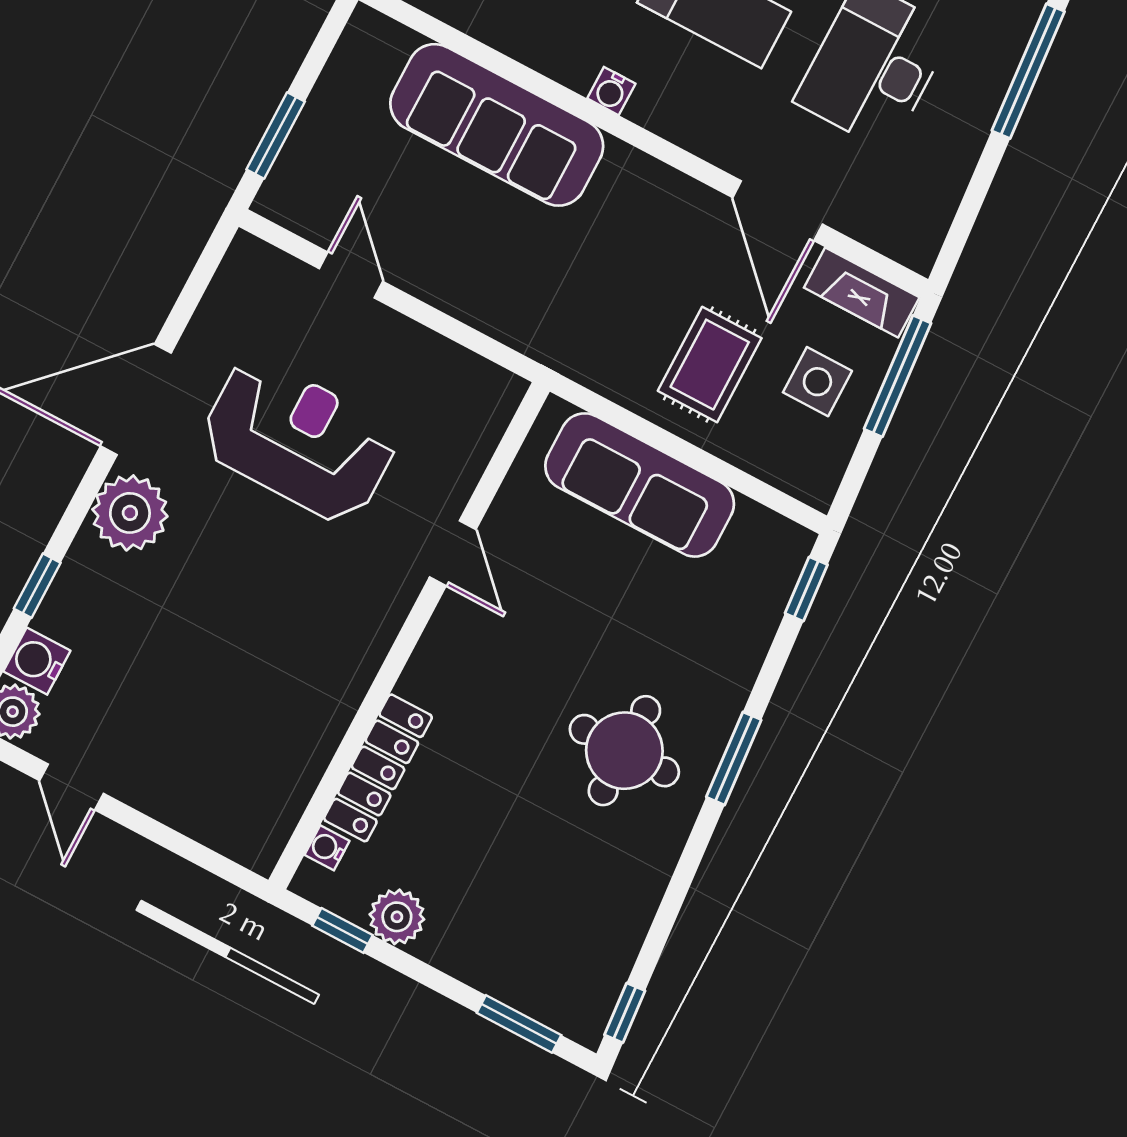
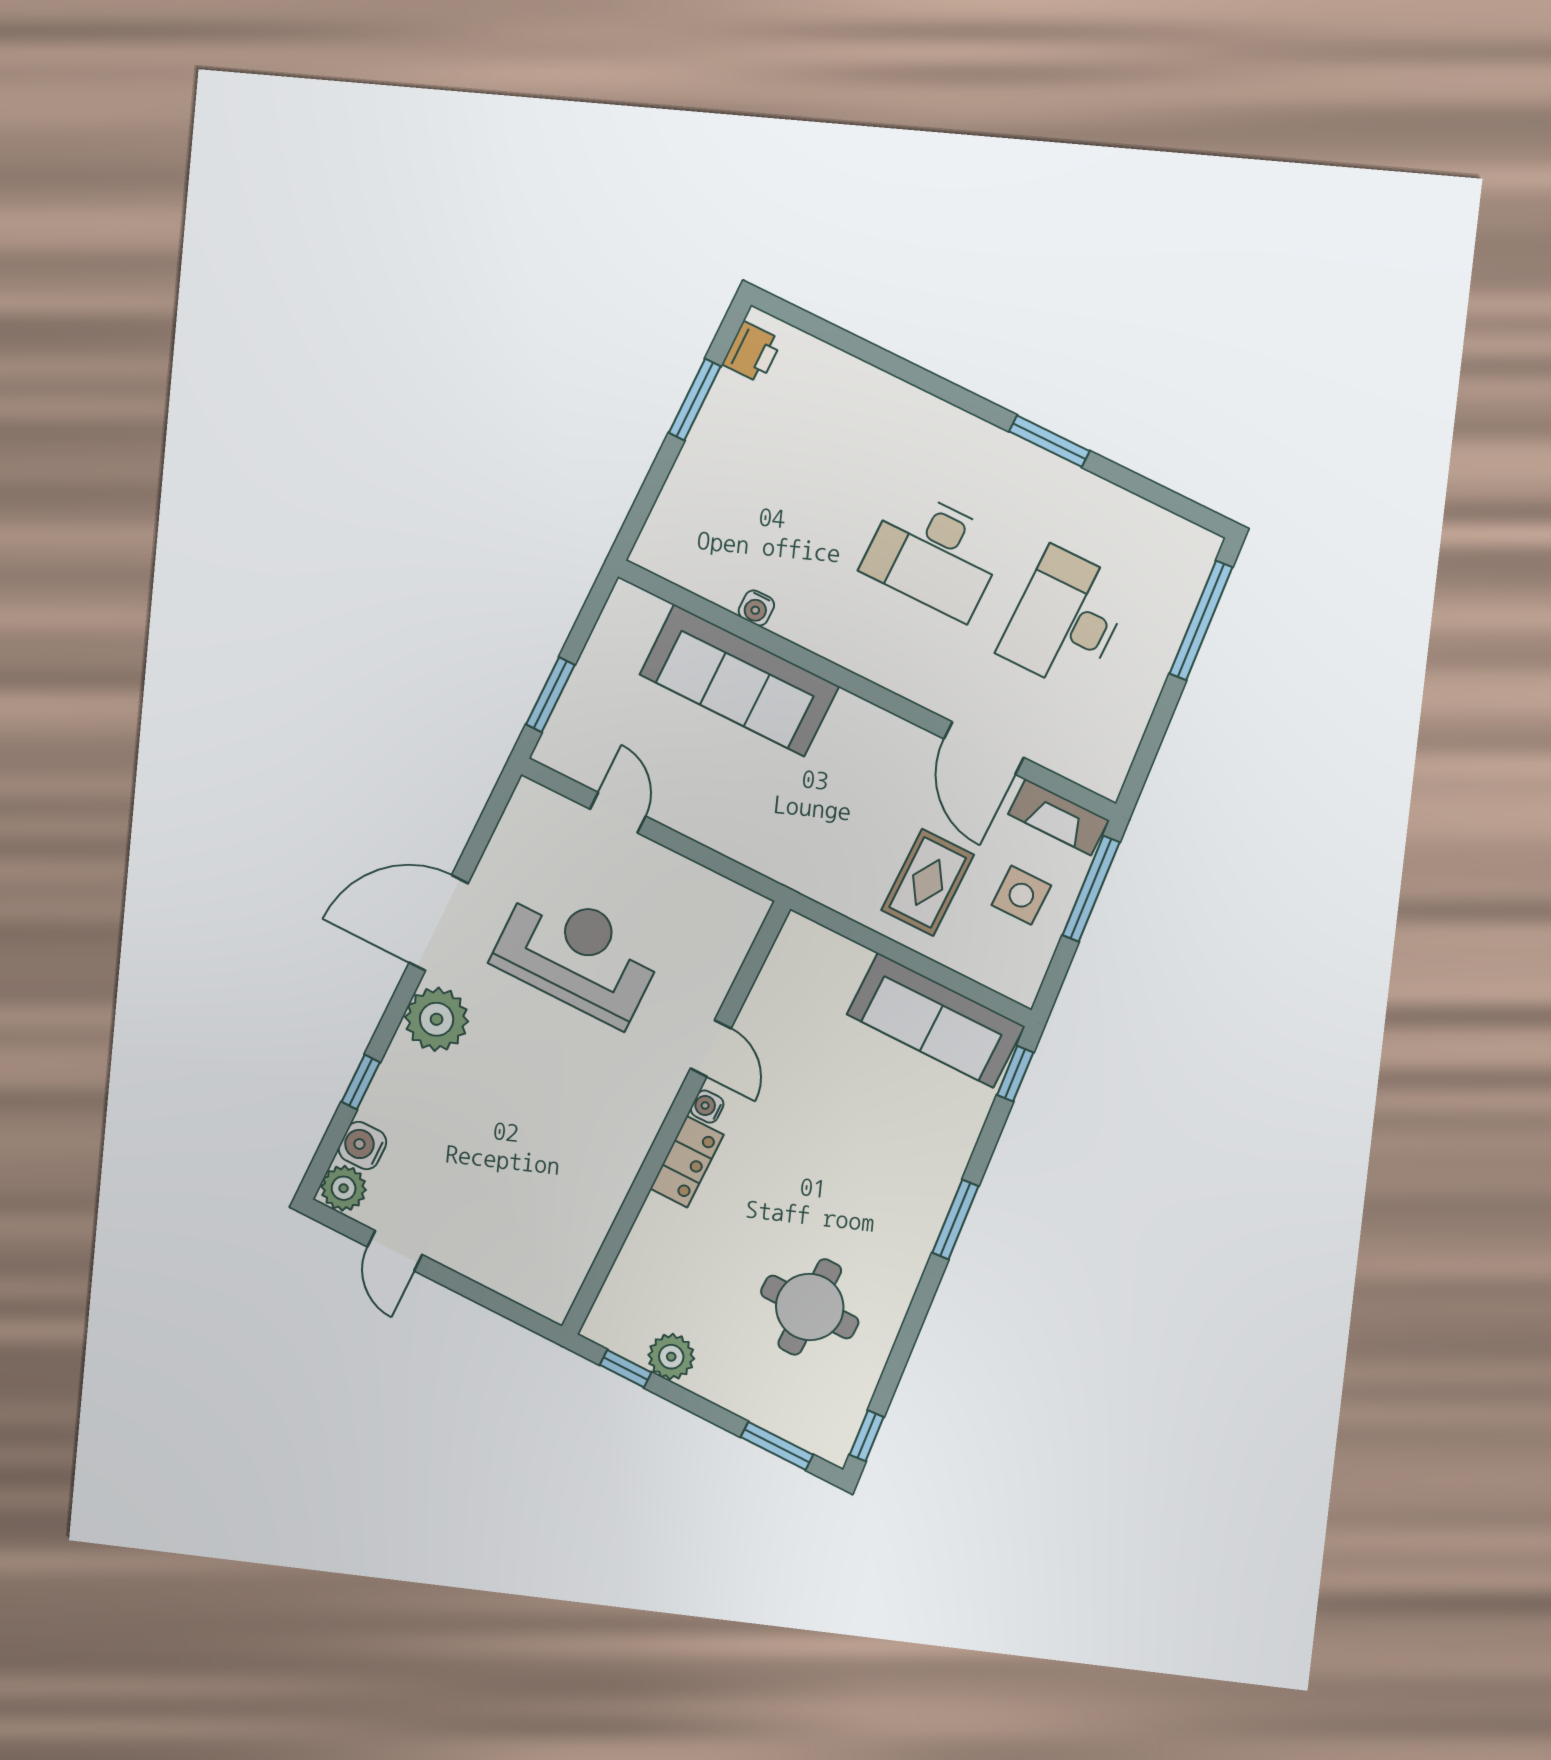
water cooler: (611, 91) -> (756, 608), moved
sofa: (640, 485) -> (935, 1020), moved
round table: (624, 751) -> (810, 1307), moved
locker: (378, 768) -> (687, 1162), moved, width x0.66
water cooler: (327, 848) -> (707, 1107), moved

